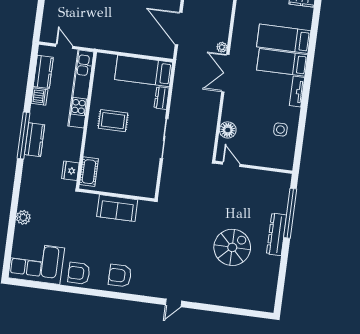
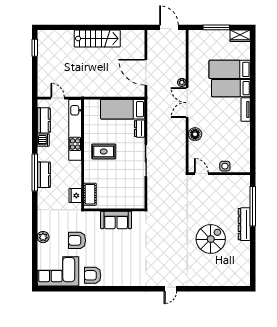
floor lamp: (228, 130) -> (195, 134), moved
side table: (280, 130) -> (225, 166), moved
armchair: (120, 276) -> (77, 240), moved

